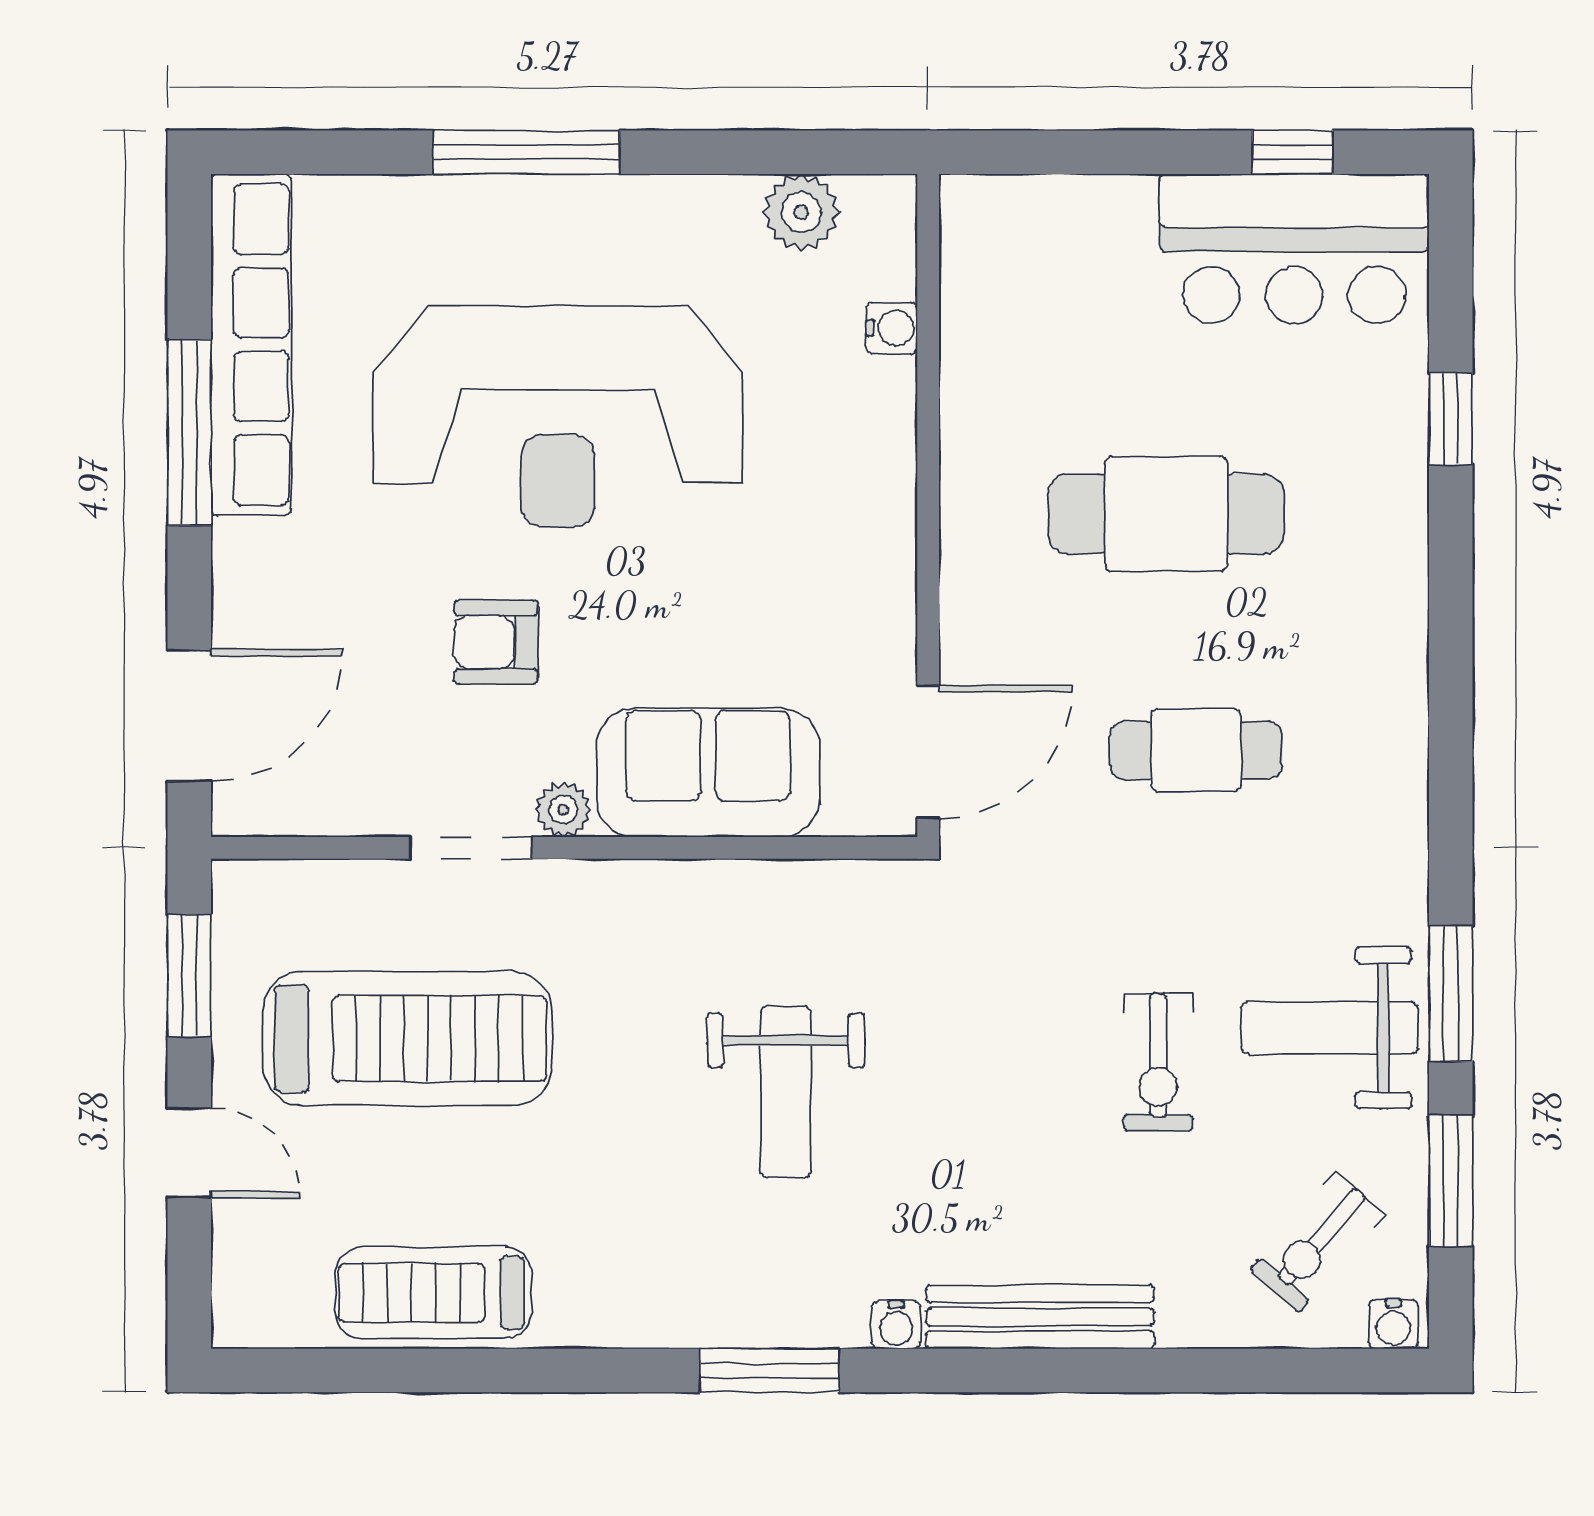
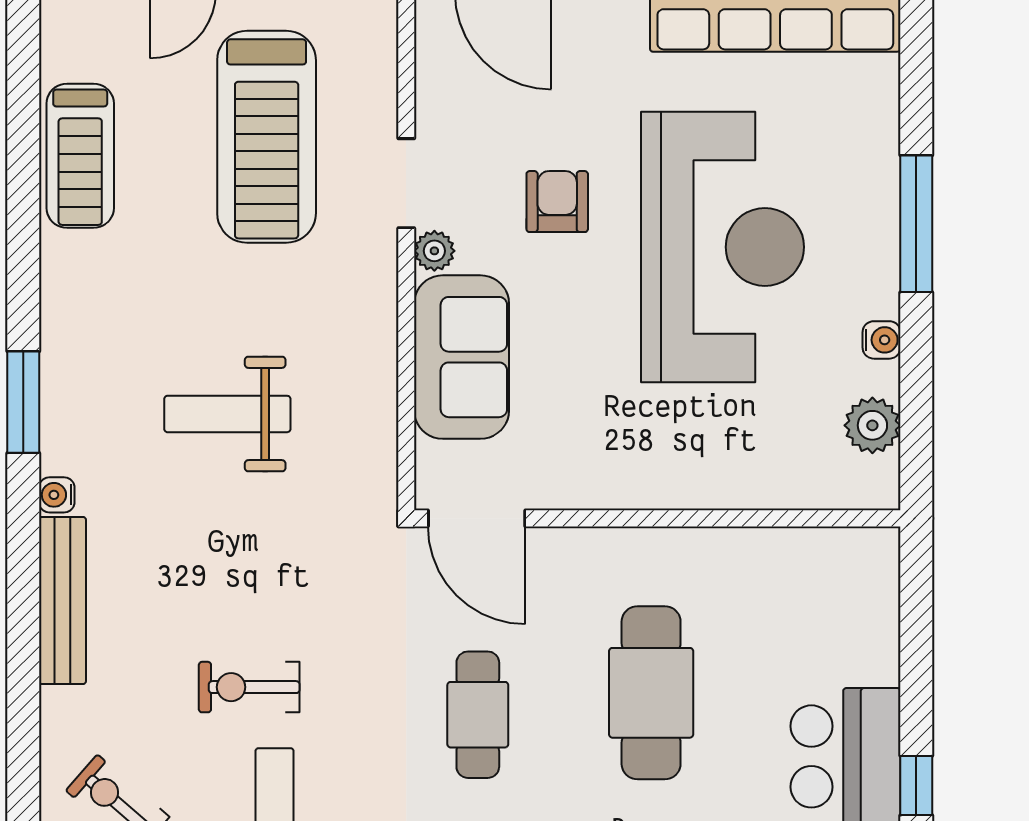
water cooler: (892, 328) -> (882, 340), moved, turned -90
reception desk: (558, 416) -> (723, 247), turned 180
treadmill: (433, 1293) -> (80, 156), turned 180

